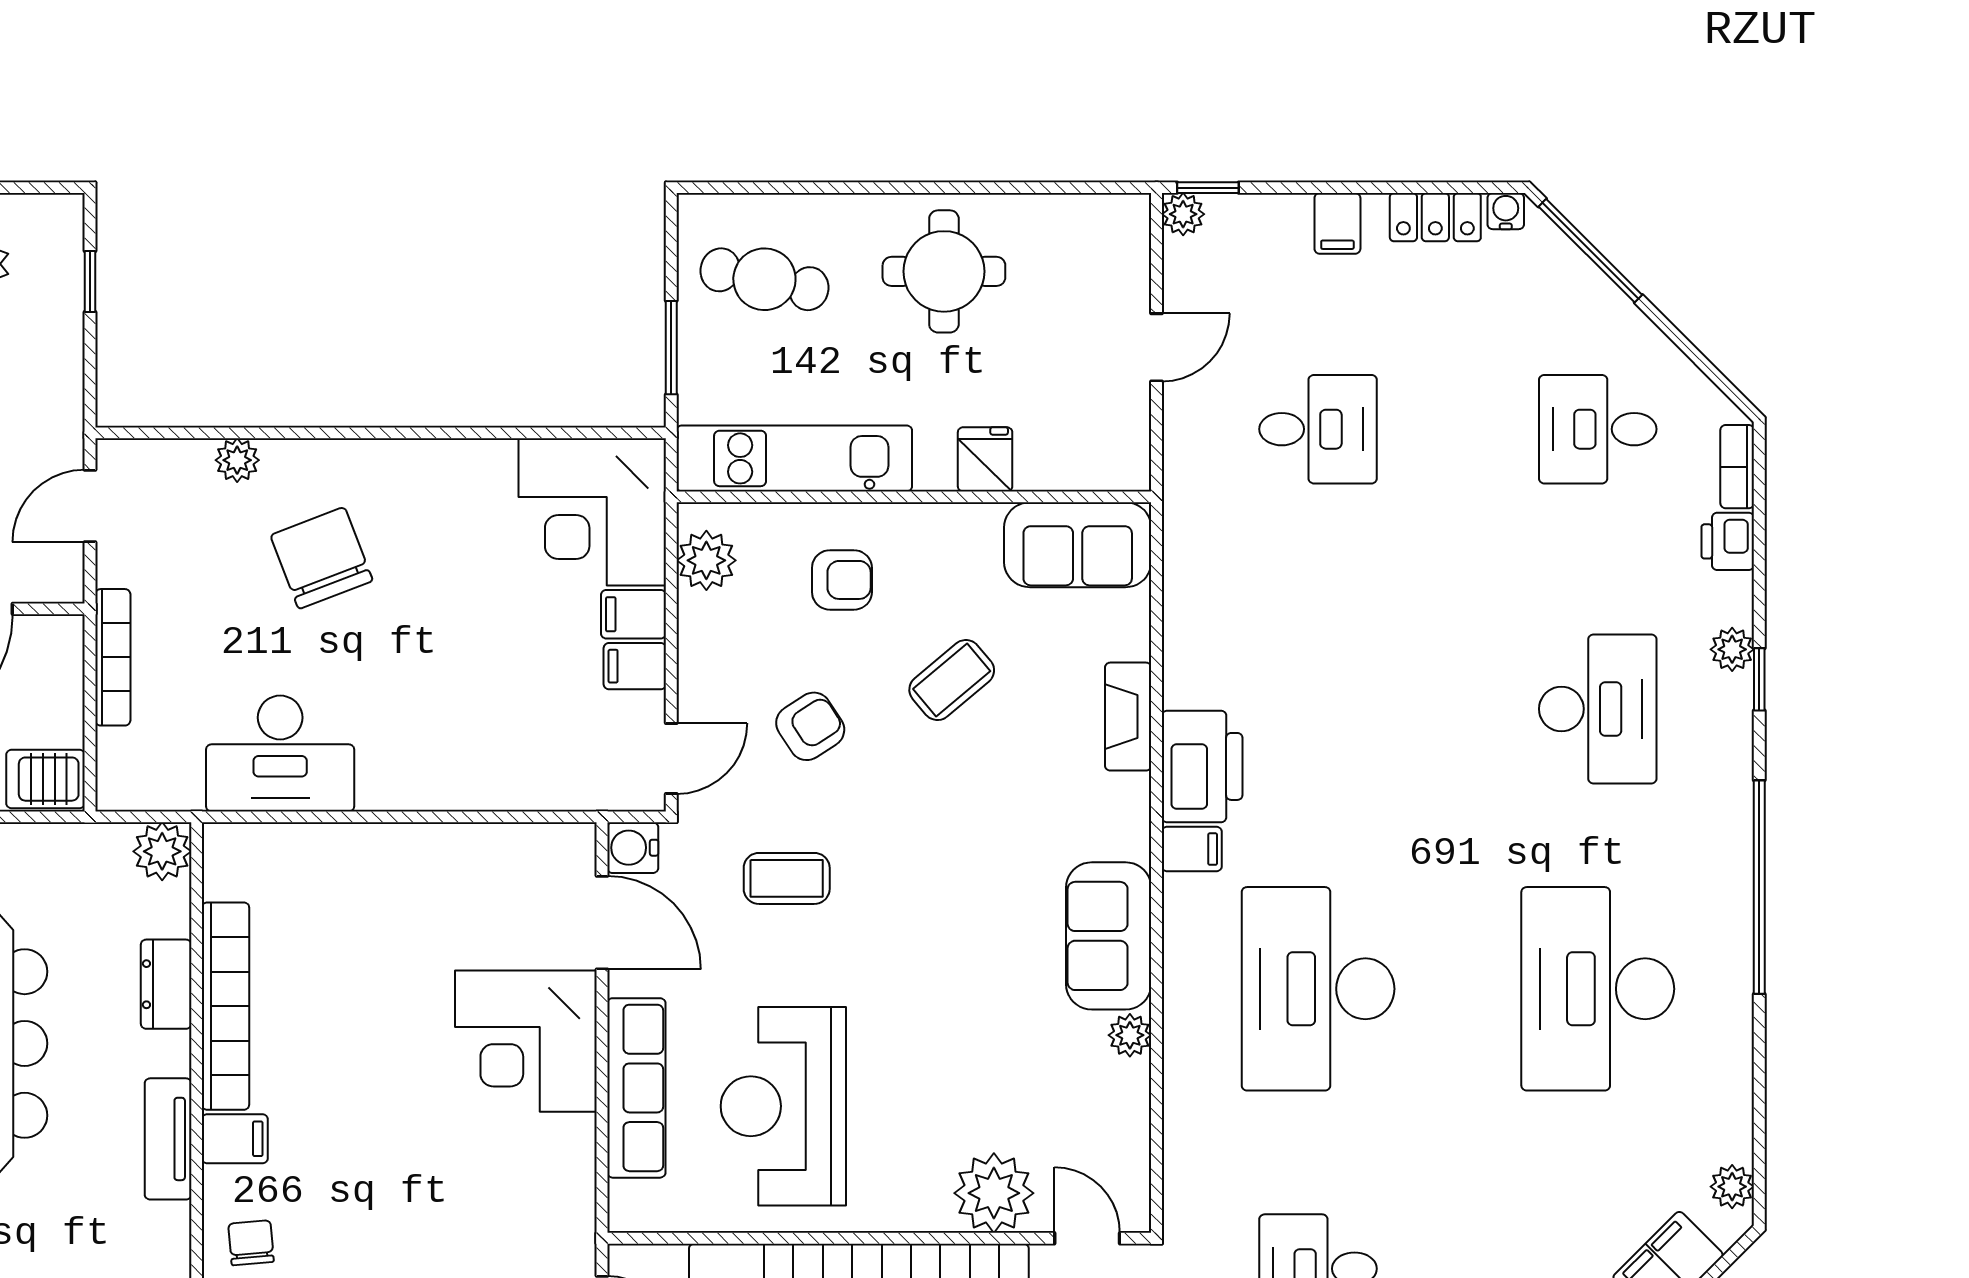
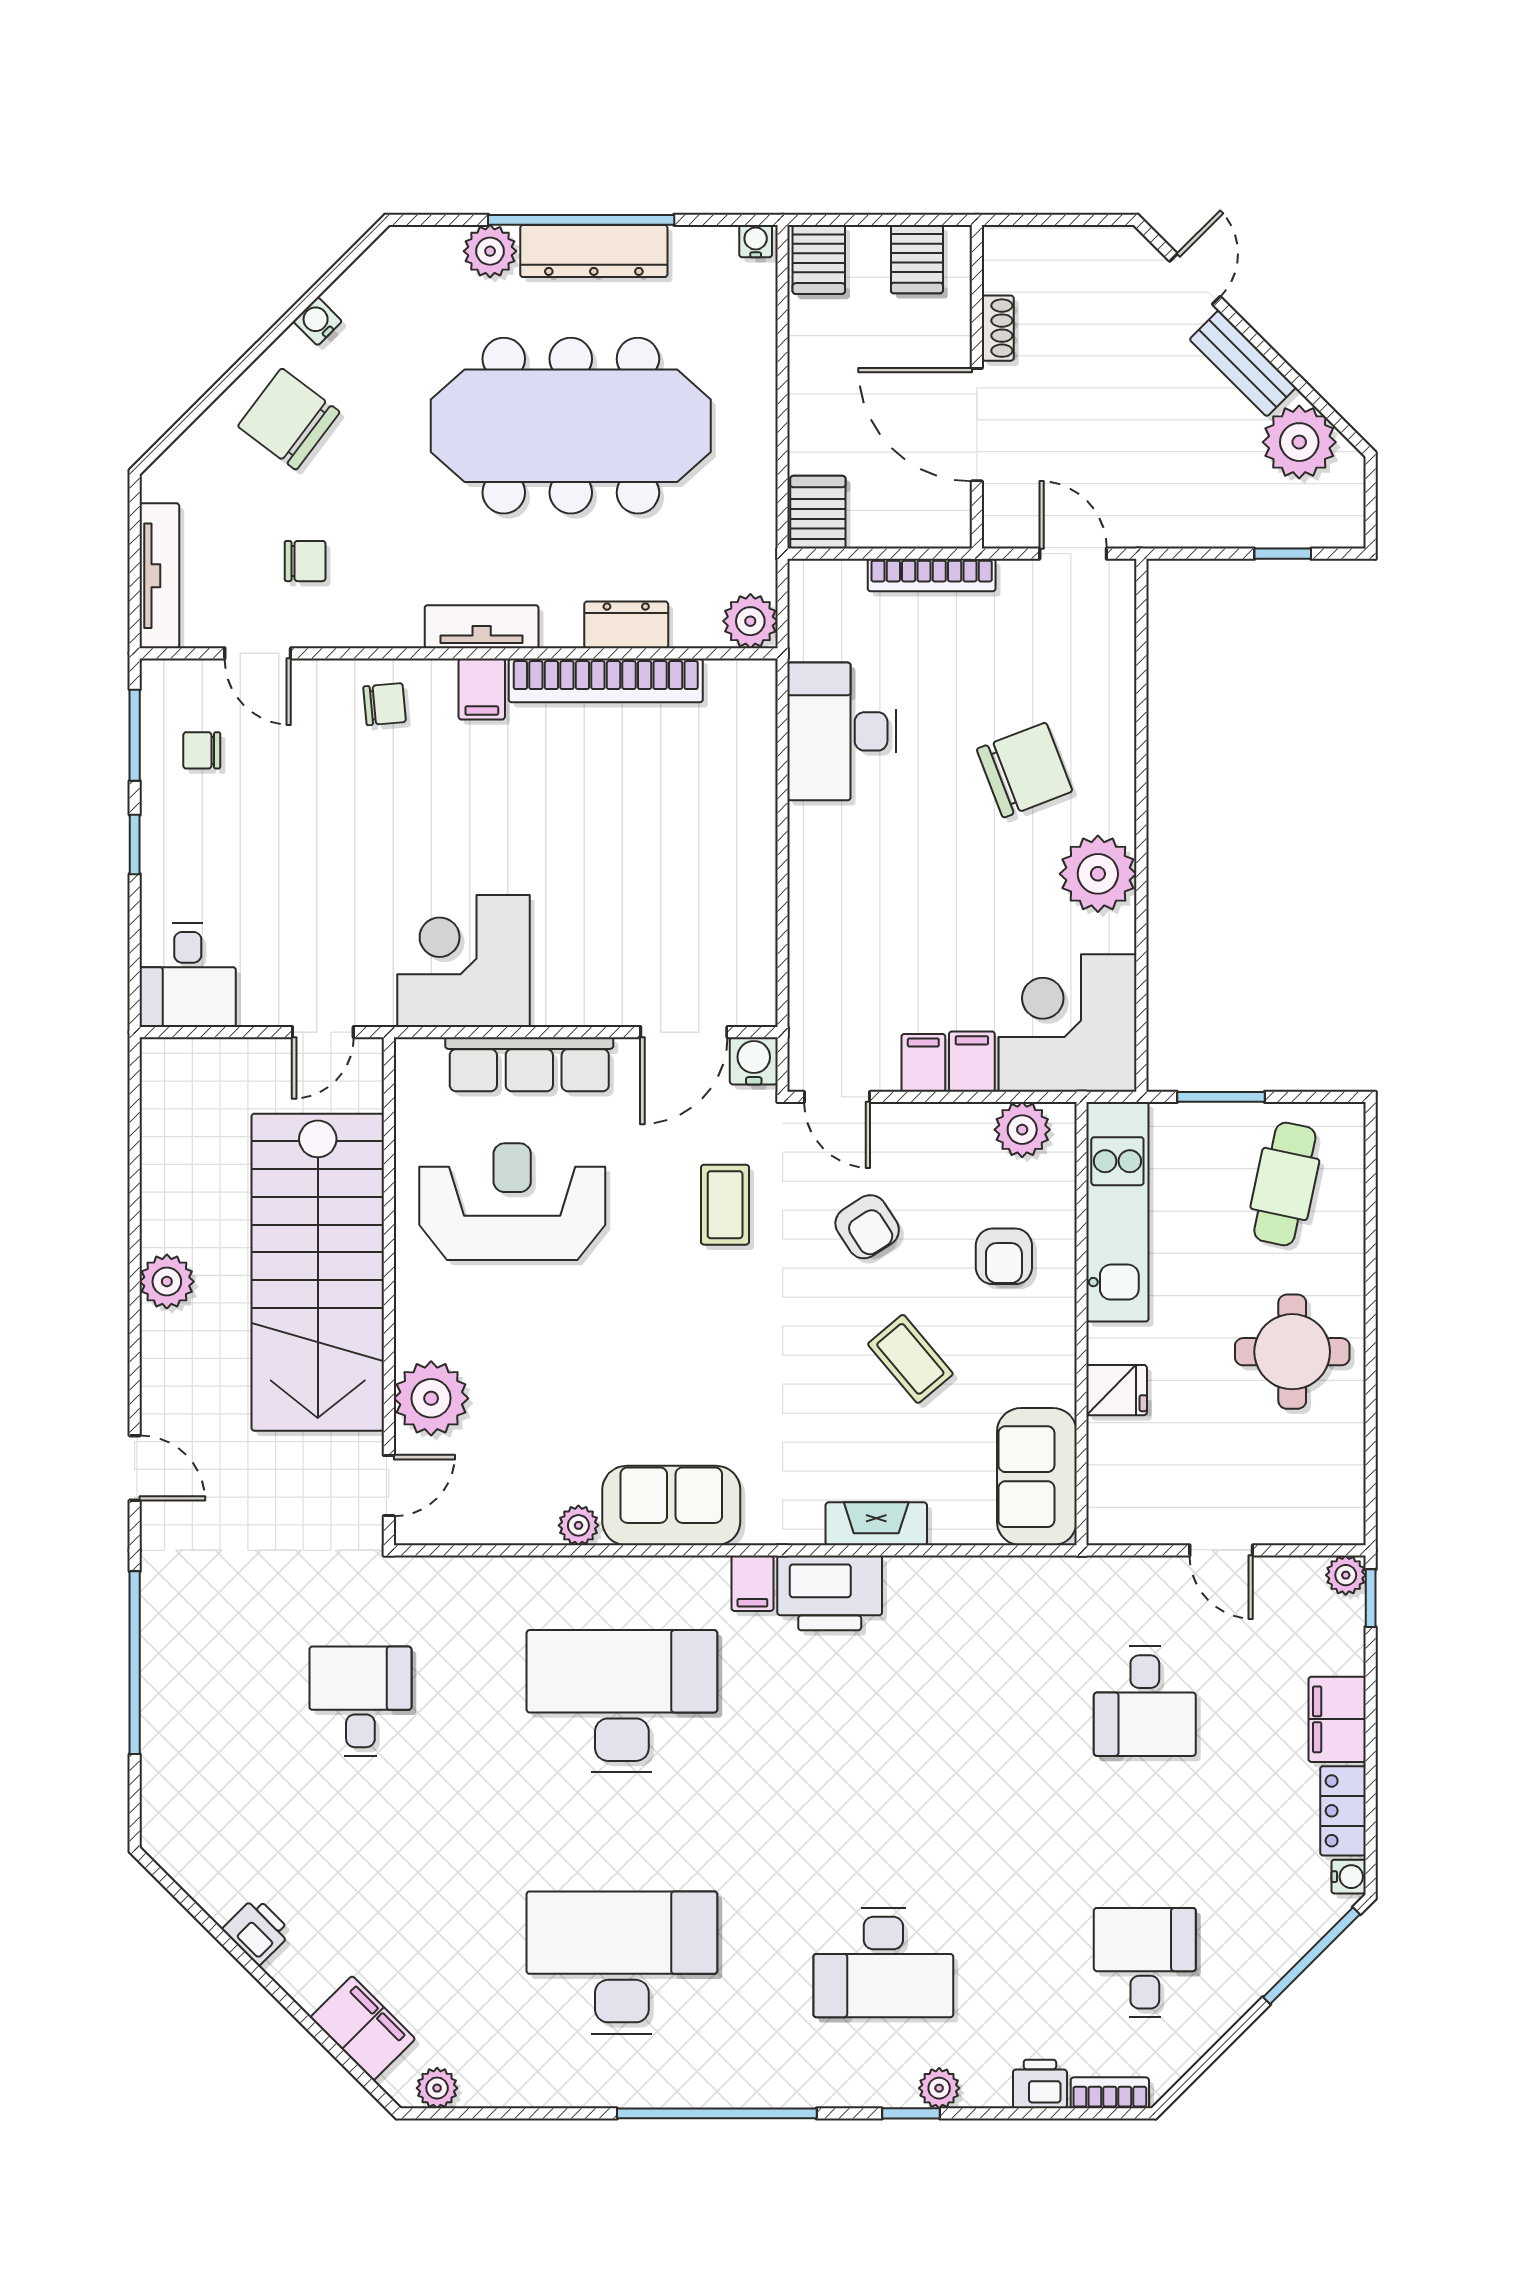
filing cabinet: (1337, 223) -> (1337, 1719), width x2.00
plant: (237, 460) -> (1098, 874), moved, width x1.87, depth x1.87
corner desk: (526, 1041) -> (463, 961), moved

